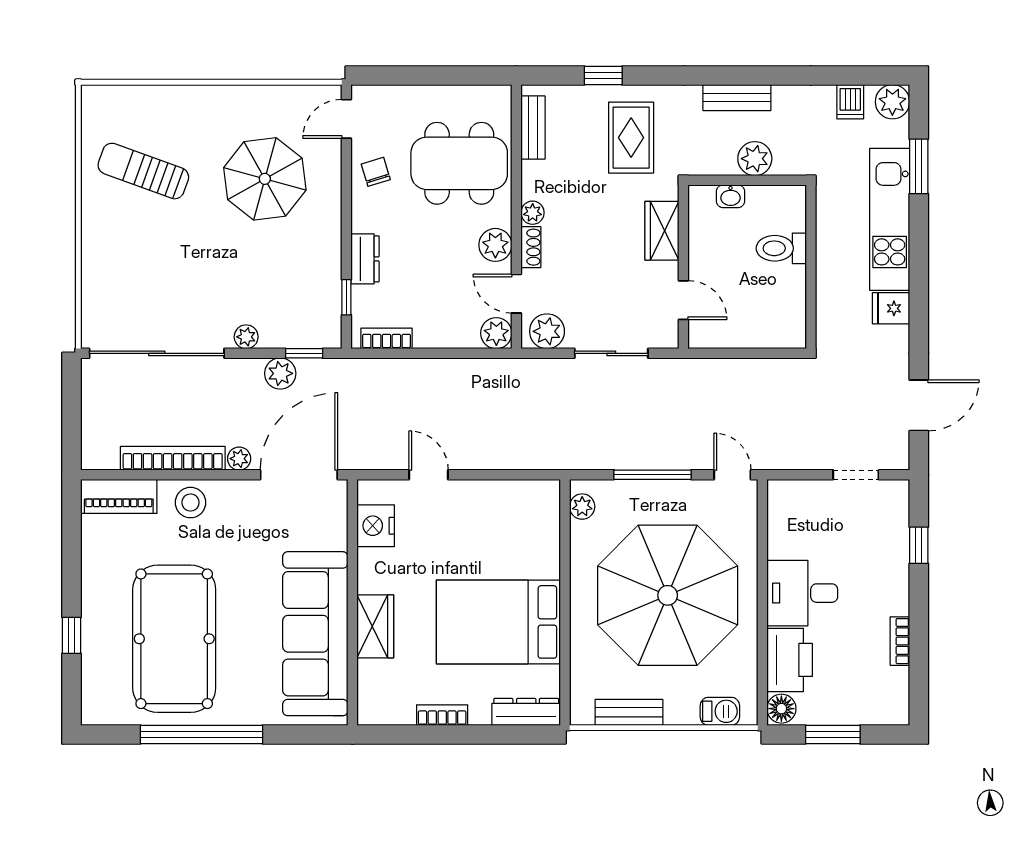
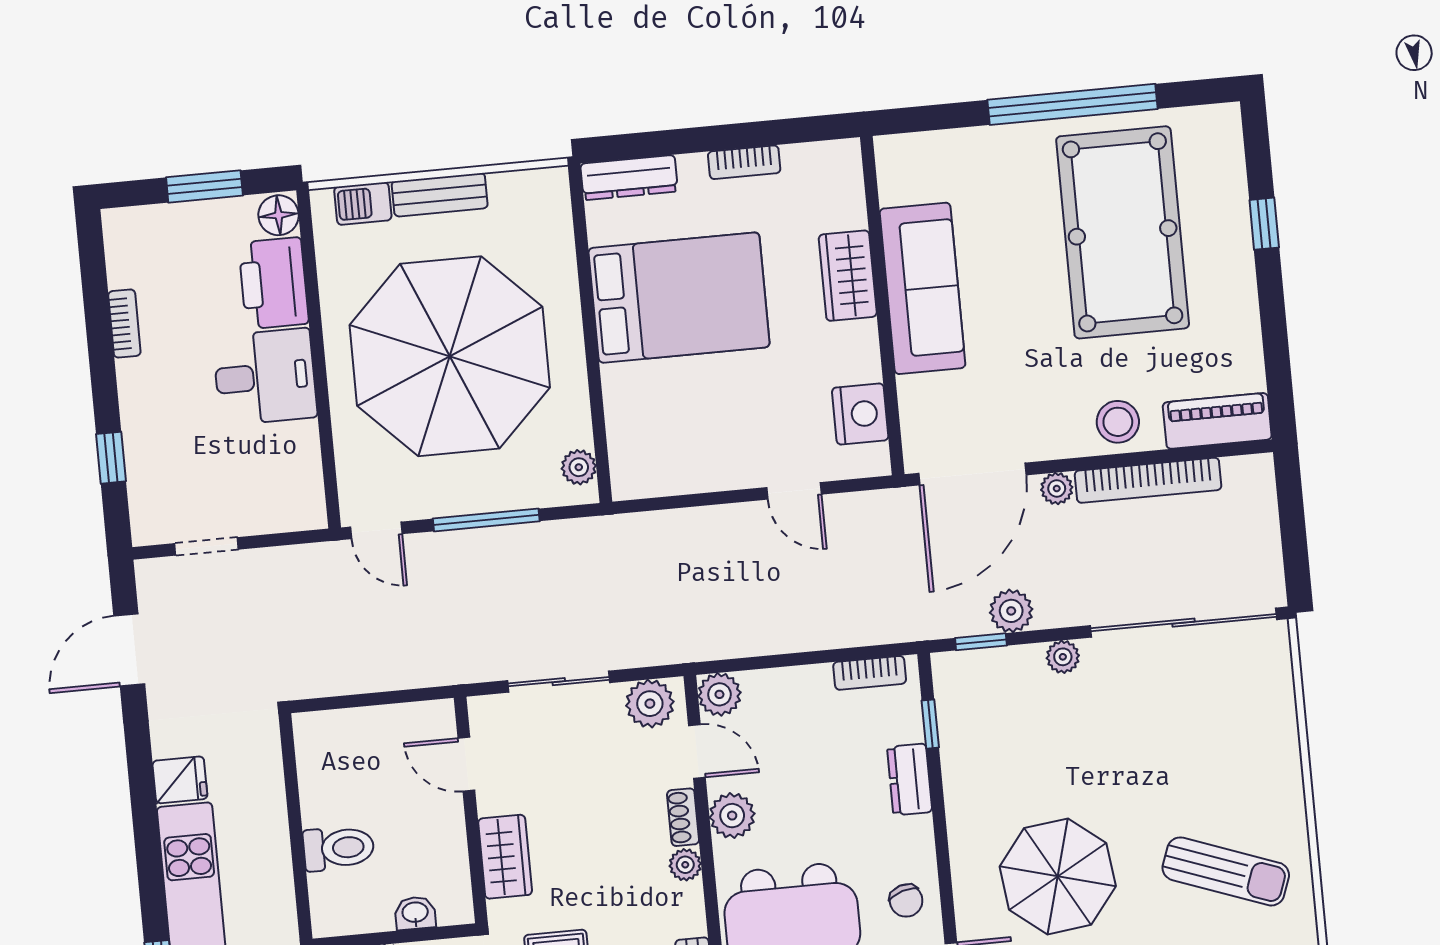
sofa: (315, 634) -> (922, 288), width x0.74, depth x0.79
bench: (629, 712) -> (440, 195), moved

